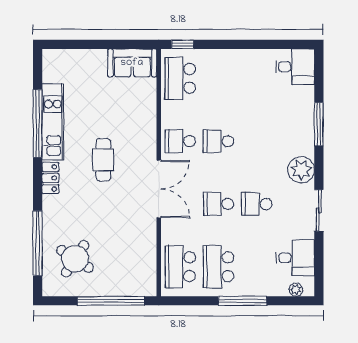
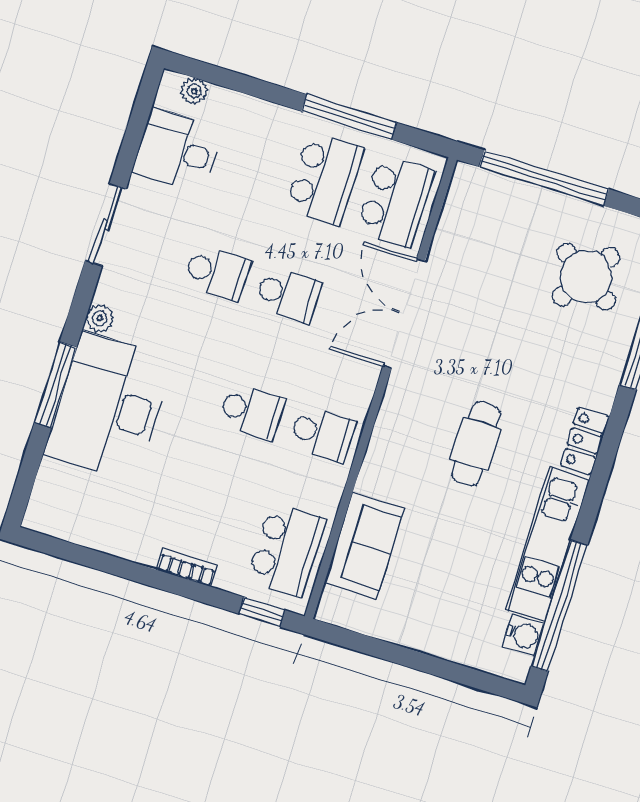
bookcase: (226, 55) -> (187, 567), added
sofa: (132, 63) -> (364, 546), moved, turned 90
desk: (295, 67) -> (109, 407), moved, width x1.87, depth x1.30
water cooler: (51, 73) -> (523, 635), added
window: (38, 123) -> (559, 606), moved
plant: (301, 170) -> (100, 318), width x0.53, depth x0.53
double door: (159, 189) -> (404, 313), moved
window: (243, 301) -> (349, 117), moved

